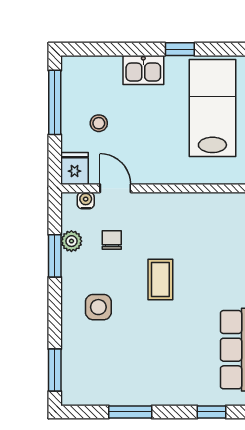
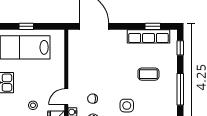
coffee table: (160, 279) -> (148, 74), moved
window: (130, 412) -> (180, 89), width x1.44

